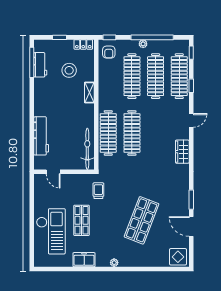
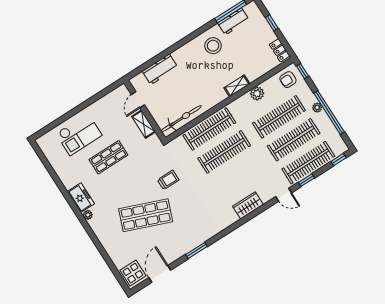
stool: (69, 70) -> (213, 46), moved
plant: (104, 81) -> (257, 93), added
door: (191, 120) -> (284, 195), moved
workbench: (41, 136) -> (160, 69), width x0.73
wardrobe: (182, 152) -> (248, 205), moved
shelving: (74, 179) -> (144, 124), added
trolley: (98, 191) -> (168, 180), moved
door: (191, 226) -> (160, 274), moved
checkout: (51, 231) -> (79, 134), width x0.73, depth x0.83
freezer: (84, 260) -> (81, 198), moved

